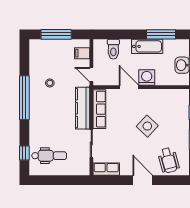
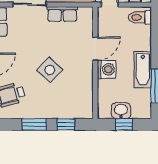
toilet: (113, 49) -> (140, 17), moved
row of seats: (99, 109) -> (62, 14), width x0.68

